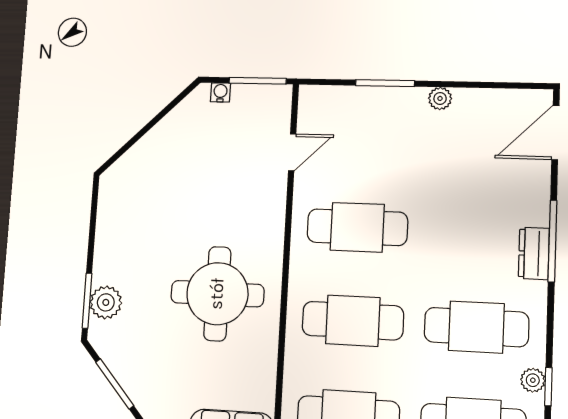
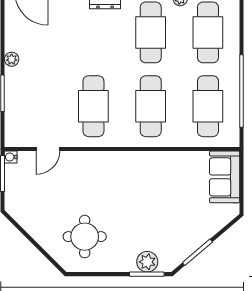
water cooler: (220, 92) -> (11, 157), moved
door: (292, 152) -> (48, 149), swing flipped
round table: (217, 294) -> (85, 237), moved, width x0.73, depth x0.73

